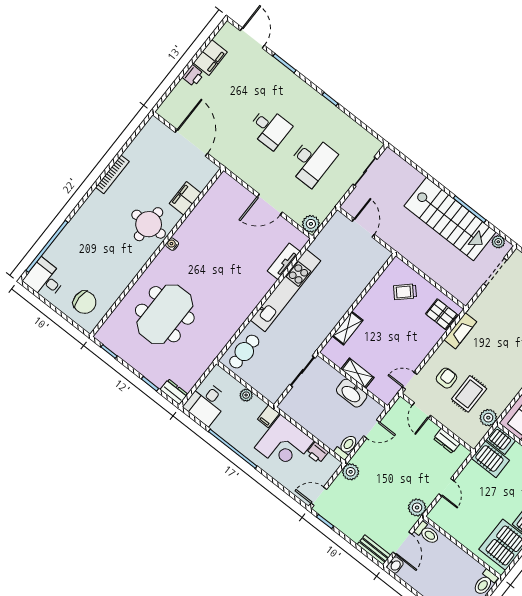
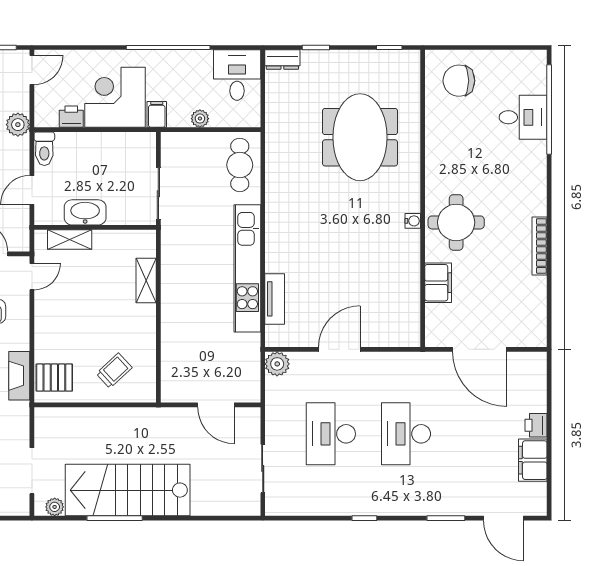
desk: (270, 128) -> (406, 434), width x1.37
desk: (45, 279) -> (523, 117), moved
shelving: (357, 373) -> (70, 239), moved

